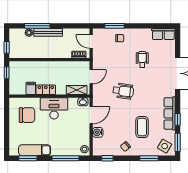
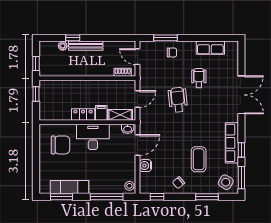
window: (37, 26) -> (73, 38), width x0.46
row of seats: (163, 34) -> (210, 48), moved
filing cabinet: (31, 88) -> (101, 113), moved
wheelchair: (123, 91) -> (178, 100), moved, turned -104

